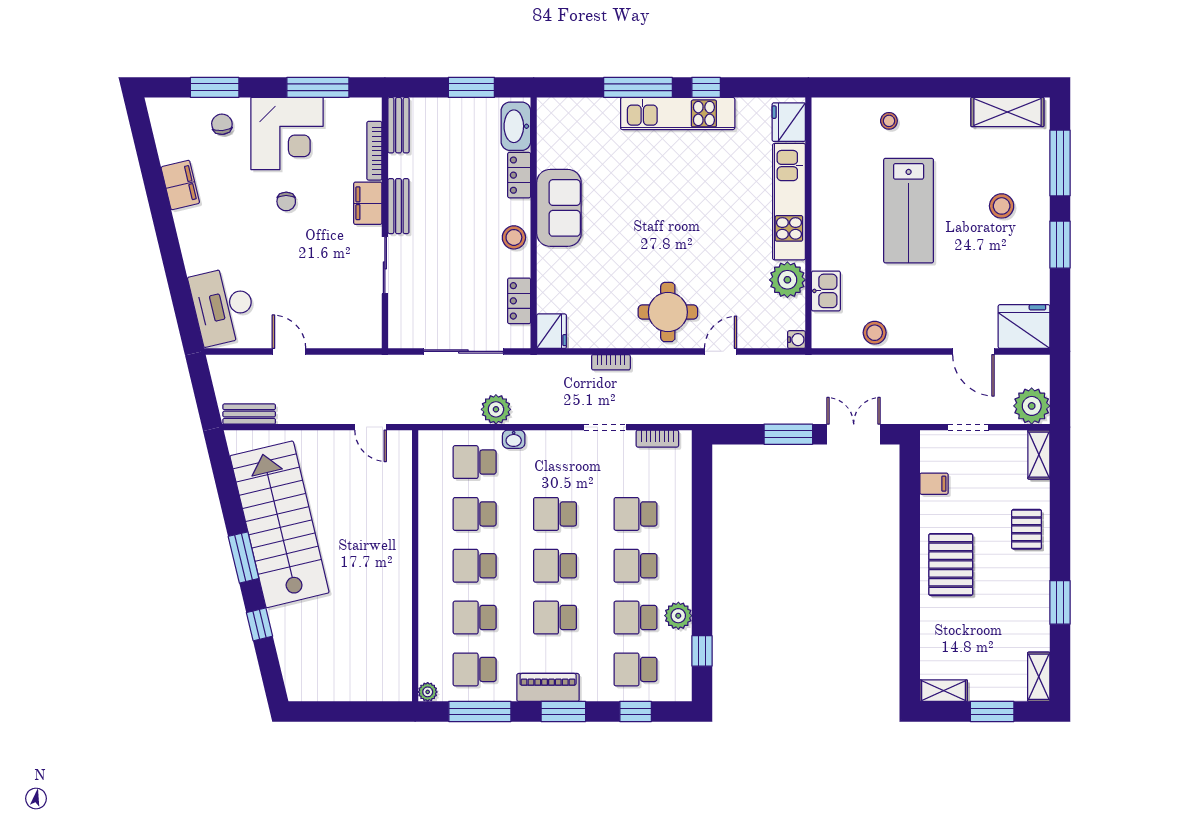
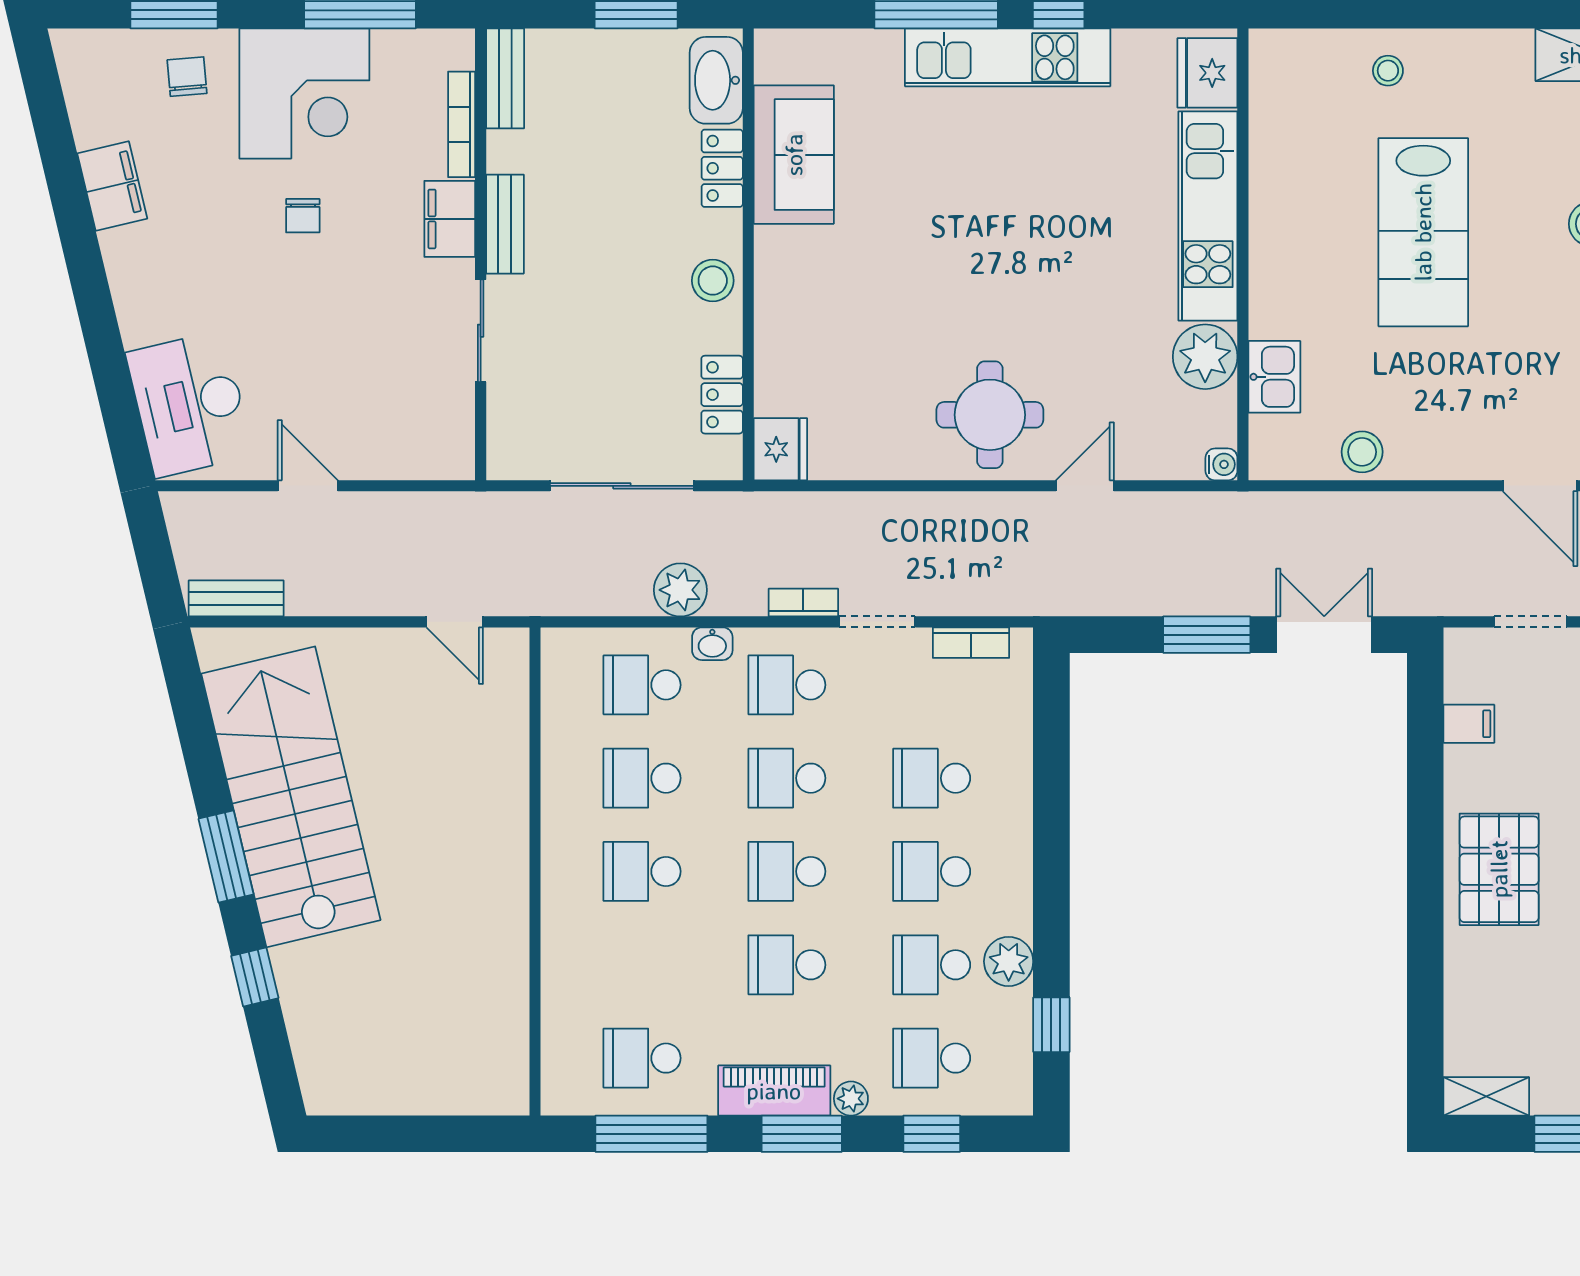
sofa: (559, 208) -> (794, 155), moved
bookcase: (611, 362) -> (803, 603), moved, turned 180
school desk: (475, 618) -> (787, 685), moved
plant: (428, 692) -> (851, 1099), moved

